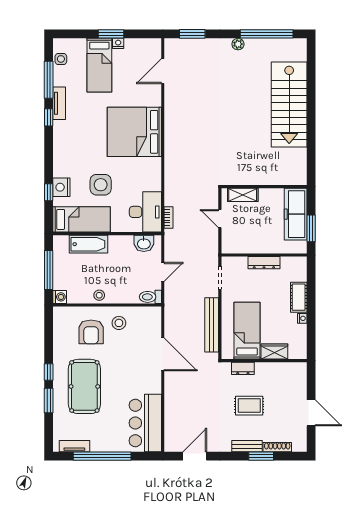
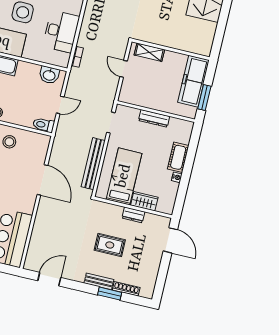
desk: (145, 212) -> (61, 31), moved
dresser: (243, 368) -> (133, 215), moved
door: (311, 413) -> (170, 240), moved

